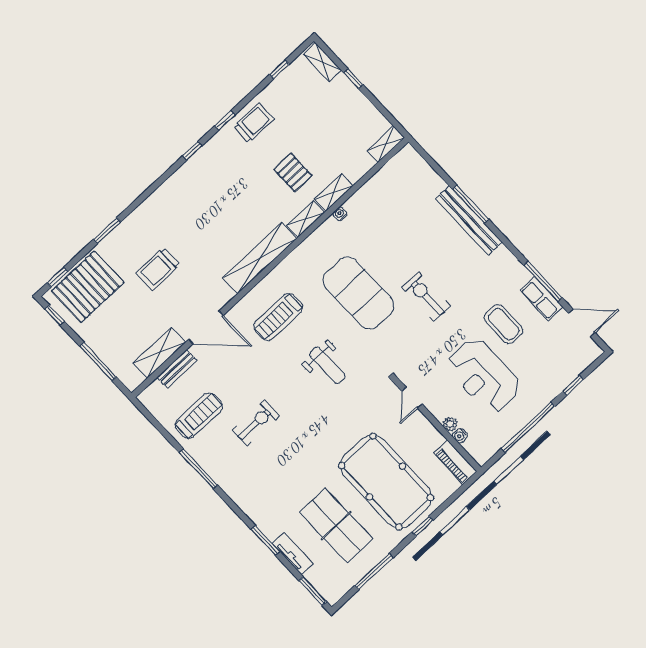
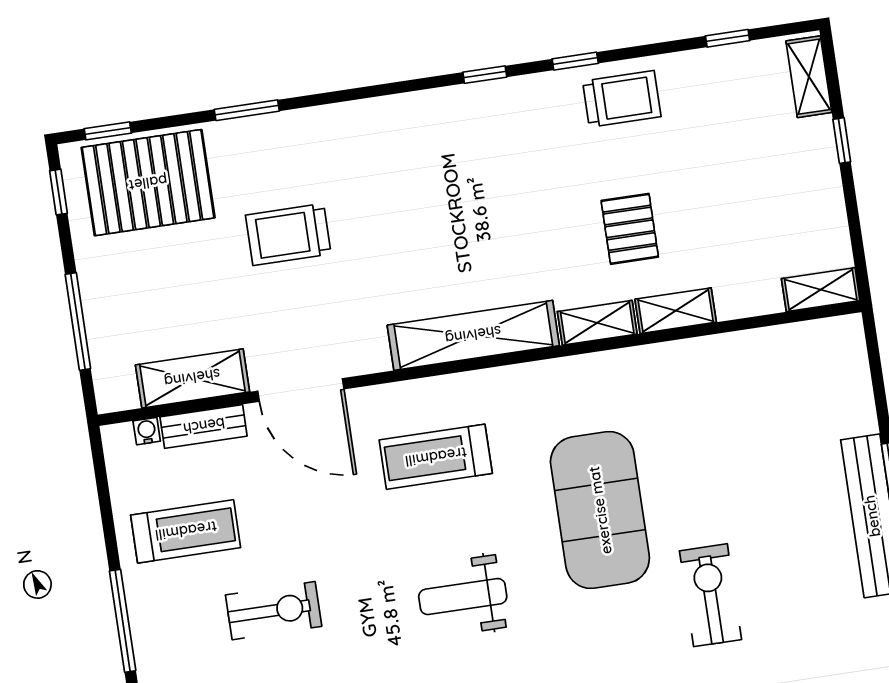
water cooler: (340, 214) -> (147, 431), moved
weight bench: (328, 365) -> (463, 597), turned 90

